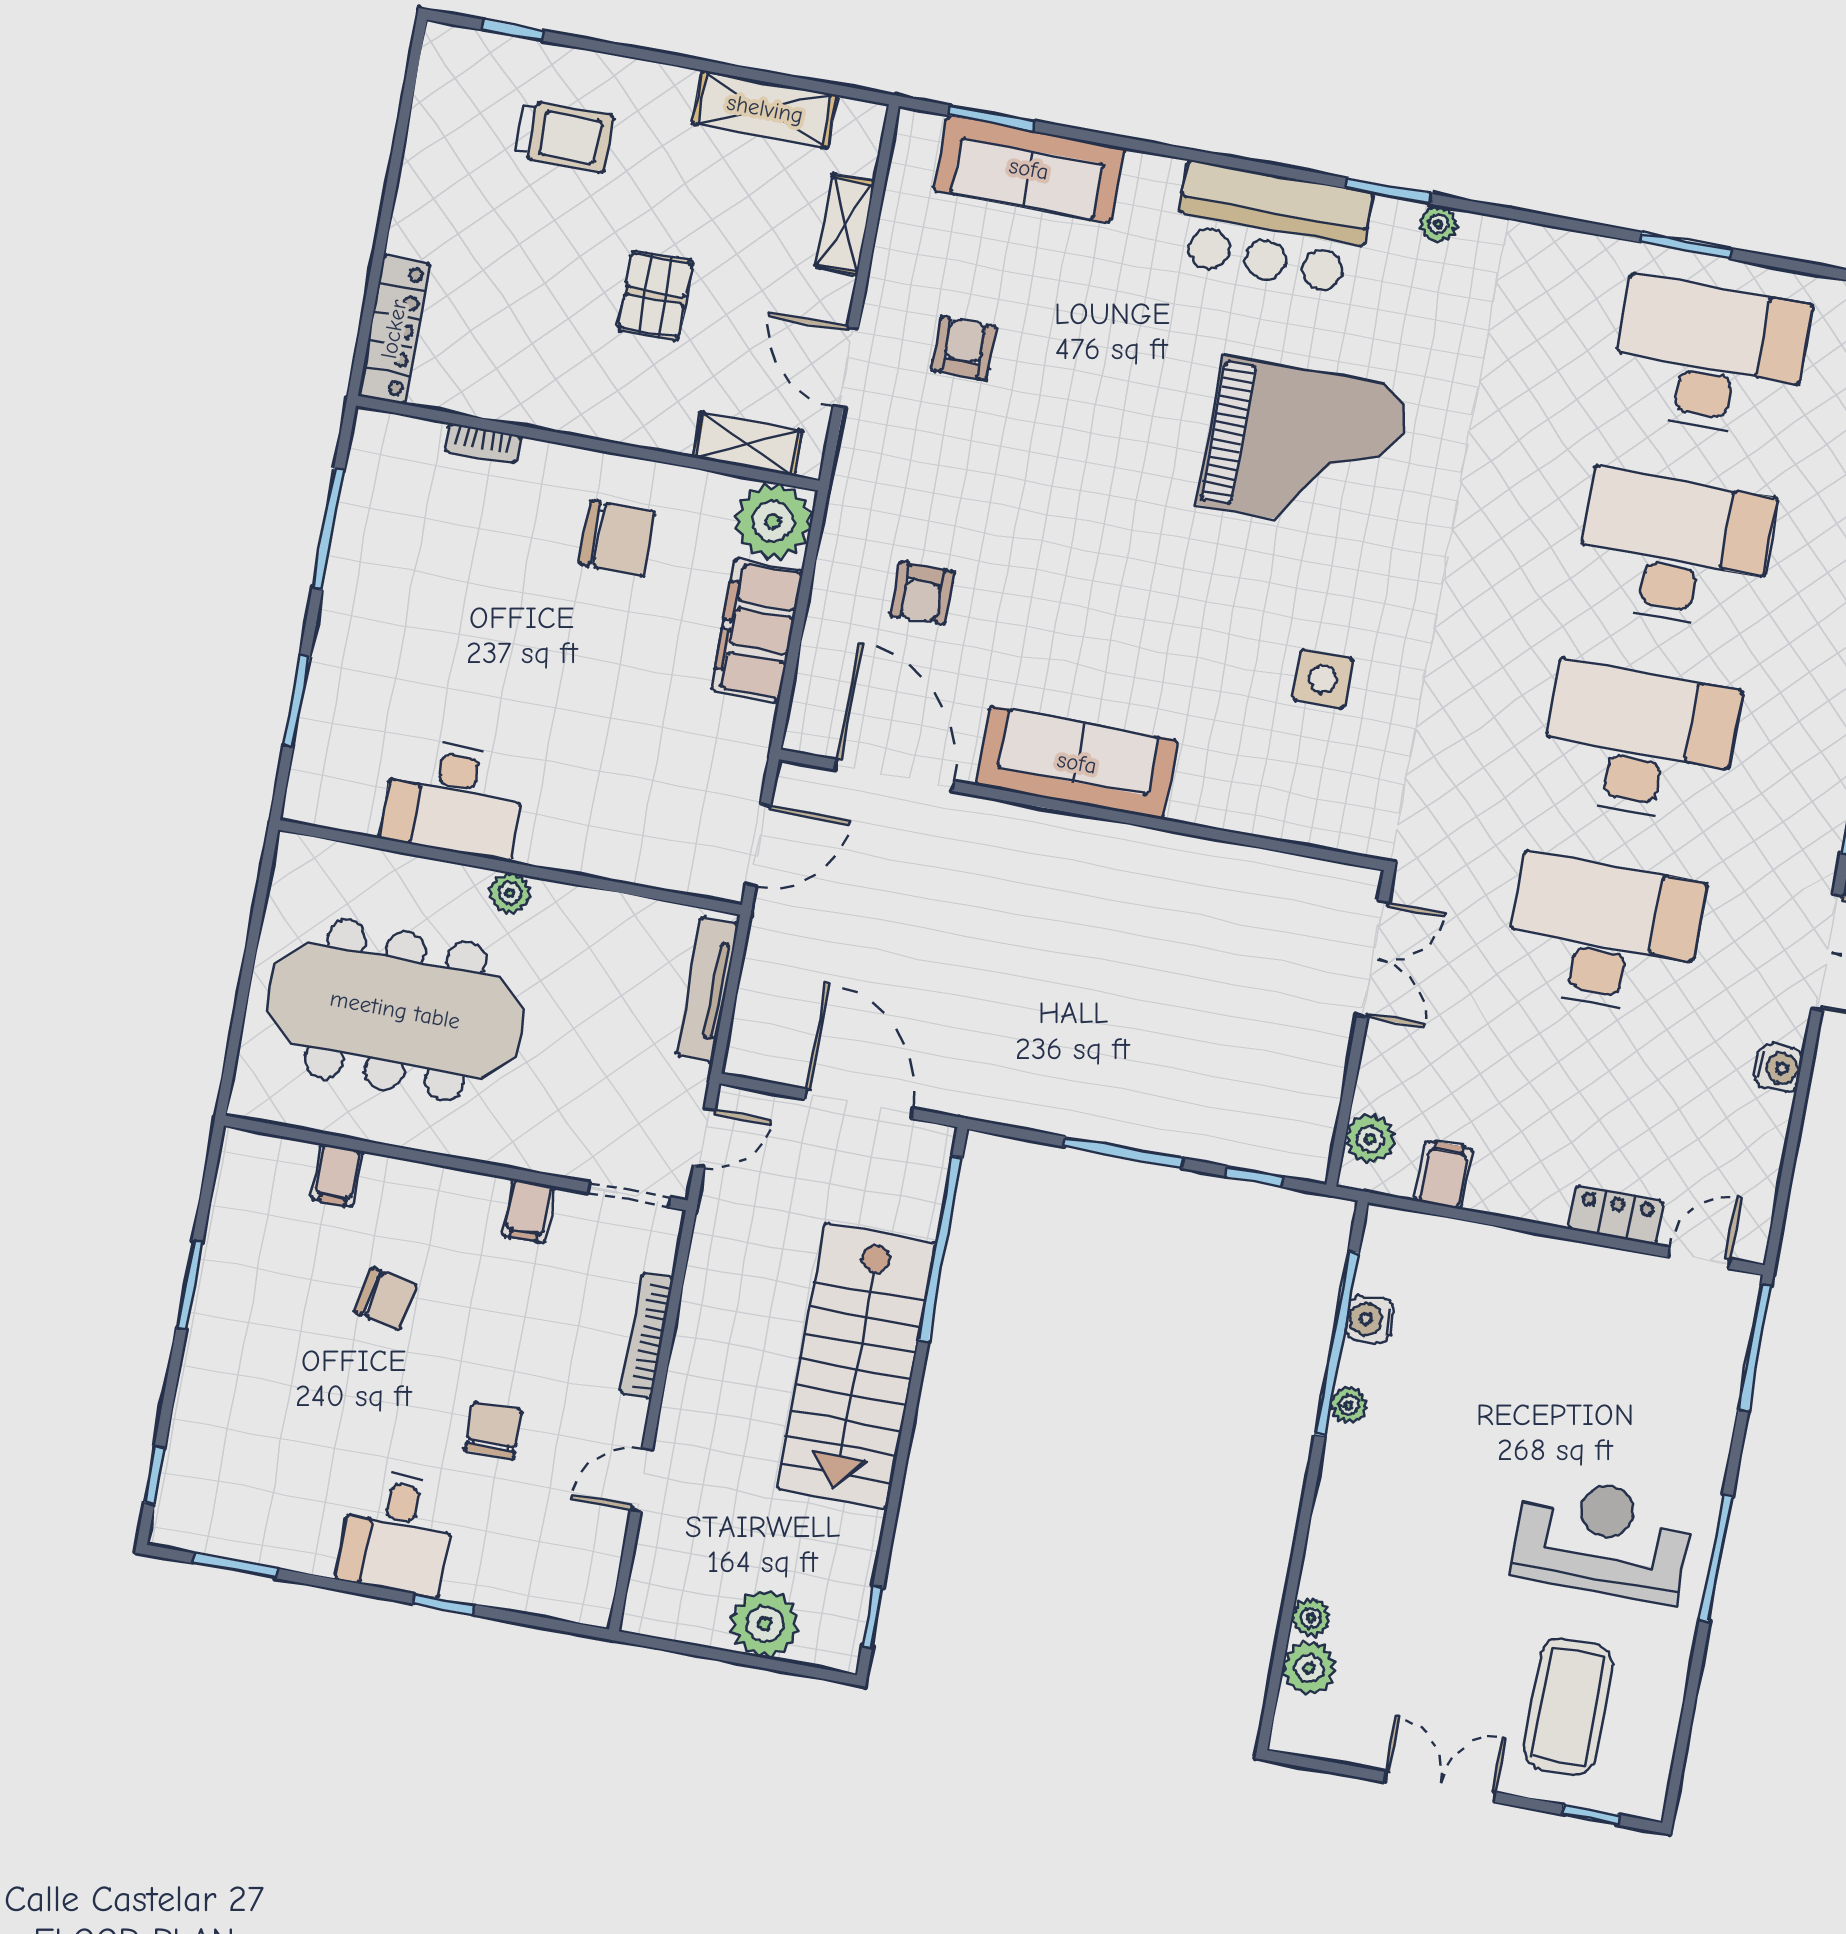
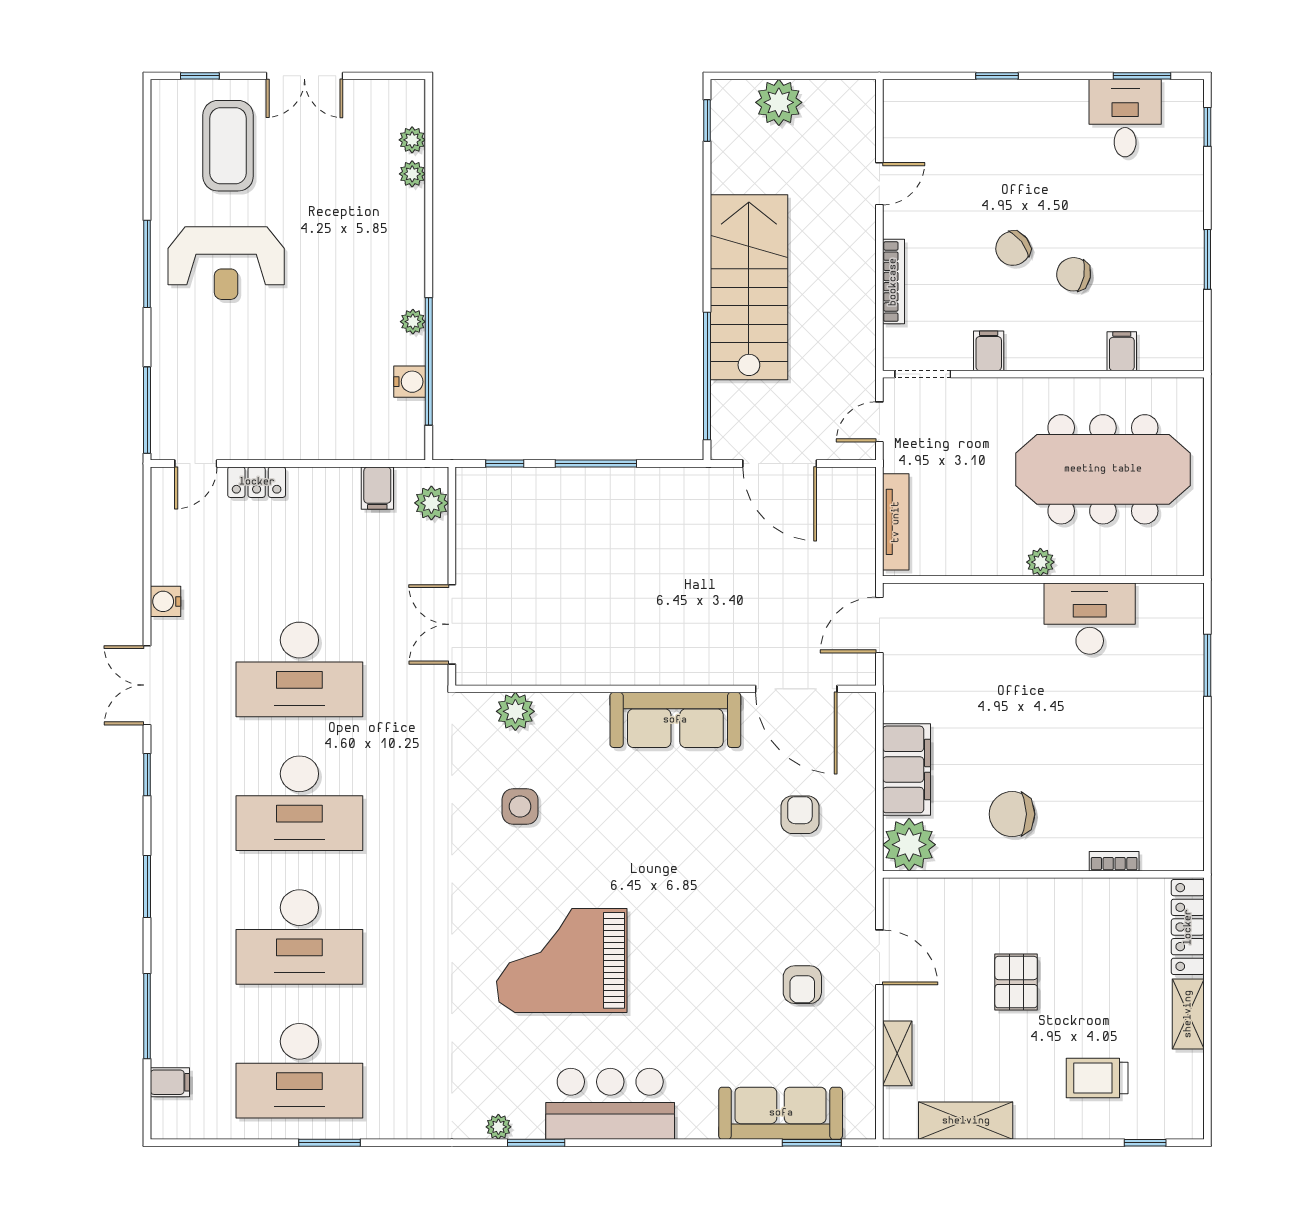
shelving: (747, 444) -> (1188, 1014), moved, turned 90
window: (328, 529) -> (1207, 785), removed
plant: (1304, 817) -> (515, 711), added
chair: (494, 1430) -> (1013, 248), moved, turned 52
desk: (397, 1533) -> (1125, 118), moved
plant: (1309, 1668) -> (412, 140), width x0.73, depth x0.73

